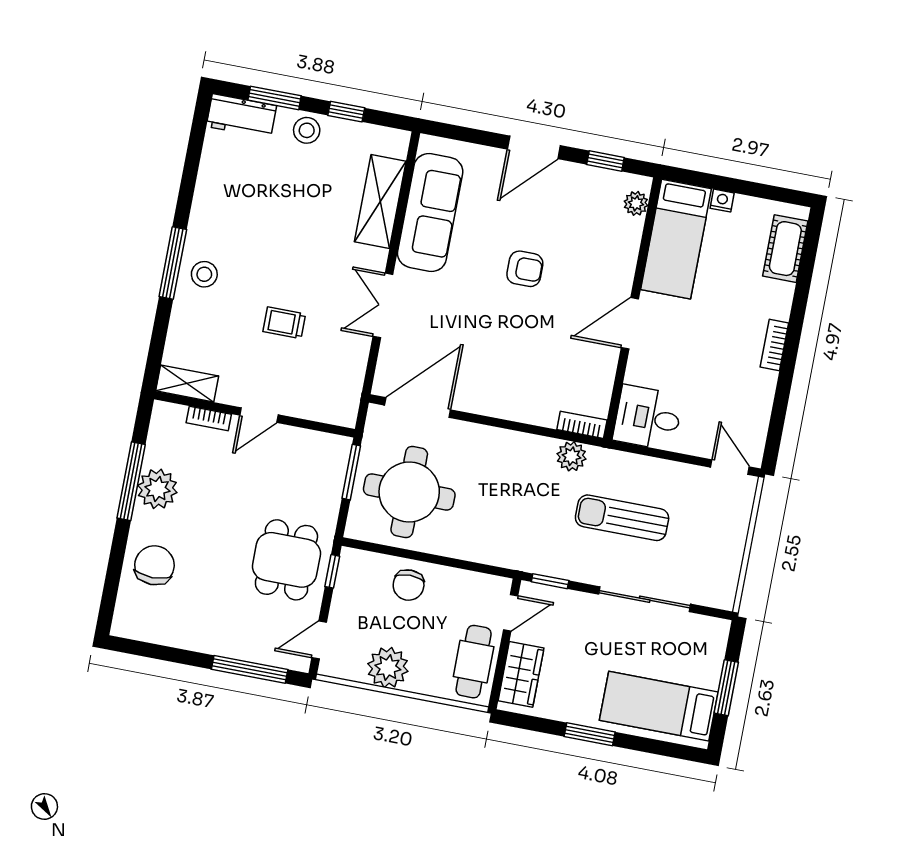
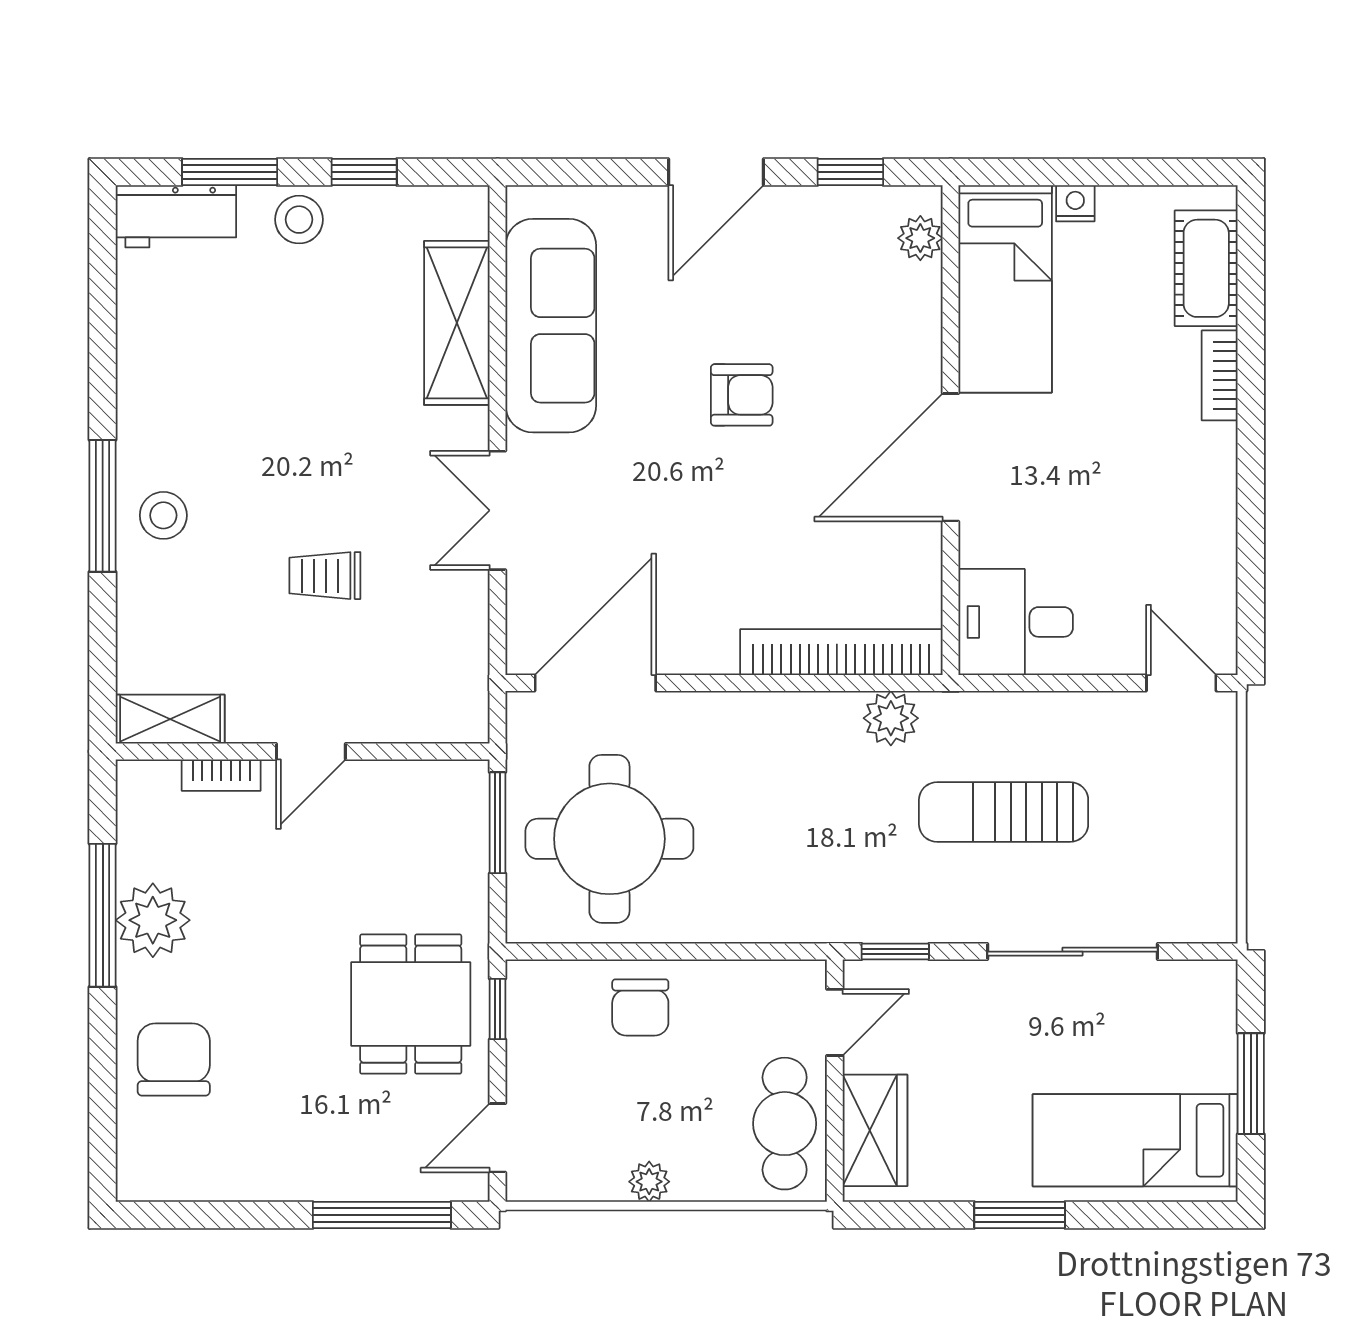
door: (630, 323) -> (951, 457), width x1.36
bookcase: (774, 345) -> (1220, 375), moved
bookcase: (582, 425) -> (841, 652), width x2.31, depth x1.31
plant: (388, 668) -> (649, 1182), width x0.53, depth x0.53

